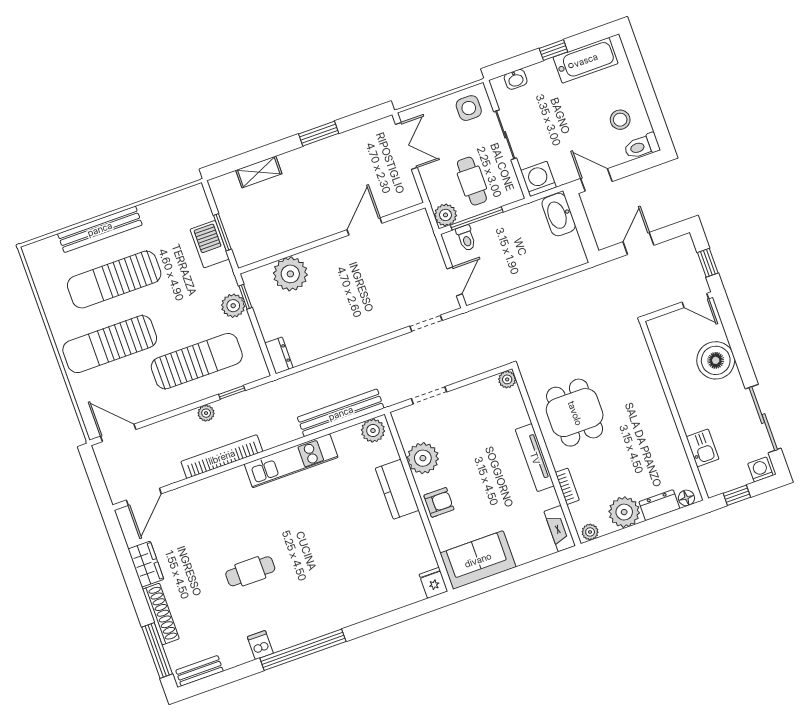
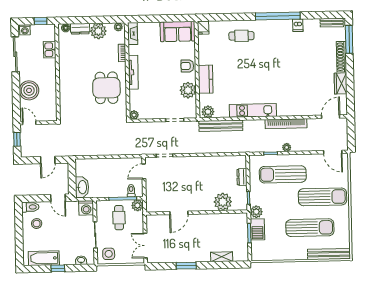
bench: (100, 229) -> (329, 254), moved
plant: (233, 306) -> (256, 212), moved
dresser: (279, 355) -> (242, 177), moved
cafe table: (250, 571) -> (241, 36), moved

